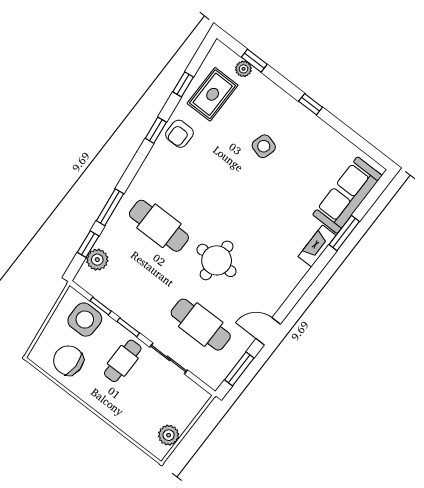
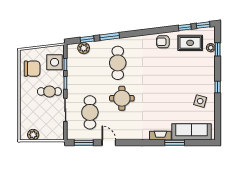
window: (156, 130) -> (203, 25), moved
side table: (264, 146) -> (200, 101), moved
chair: (68, 360) -> (32, 69), turned 90

